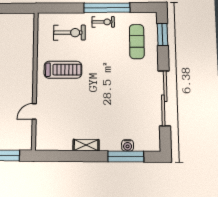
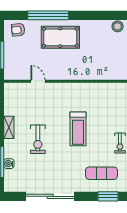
exercise bike: (69, 33) -> (38, 139), moved
treadmill: (63, 70) -> (78, 129), moved

